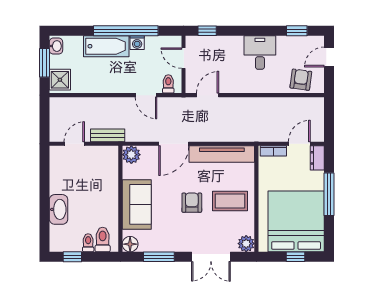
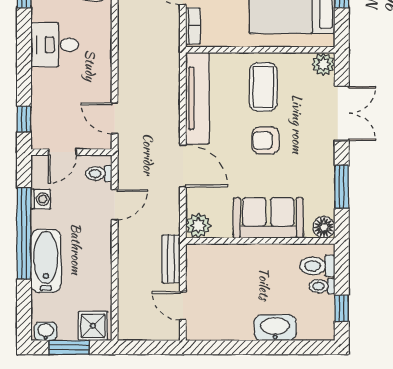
washing machine: (137, 43) -> (41, 199), moved

